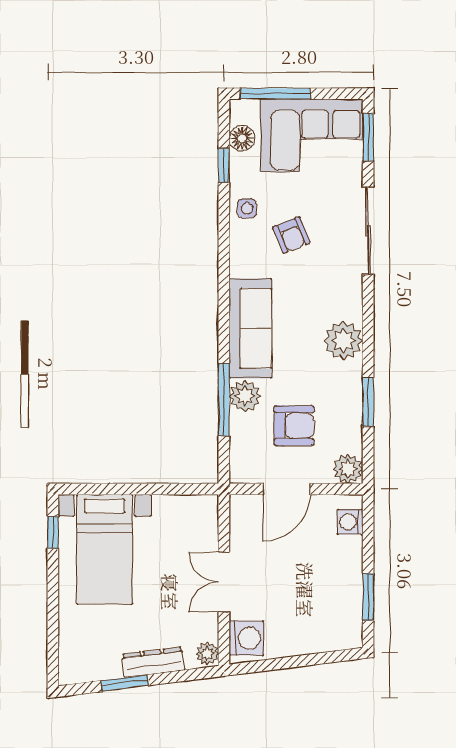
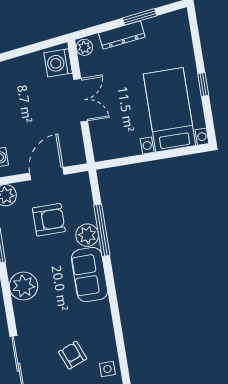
sofa: (250, 328) -> (90, 275), width x0.73
armchair: (294, 426) -> (49, 220), turned 180
window: (53, 532) -> (203, 84), moved

